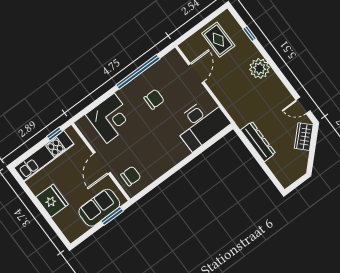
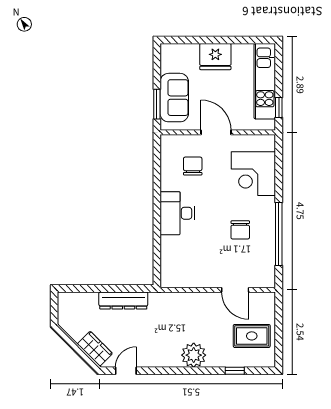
desk: (201, 123) -> (177, 213), moved, width x0.73, depth x0.77
chair: (131, 176) -> (193, 166), moved, turned 180

